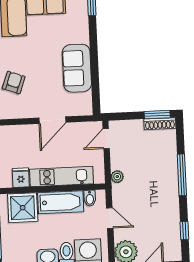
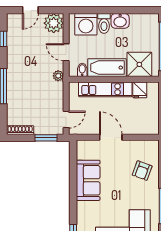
window: (157, 115) -> (46, 138), moved
door: (52, 120) -> (111, 137), hinge flipped
plant: (117, 177) -> (58, 76), moved

